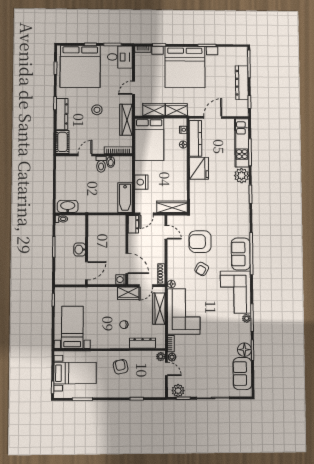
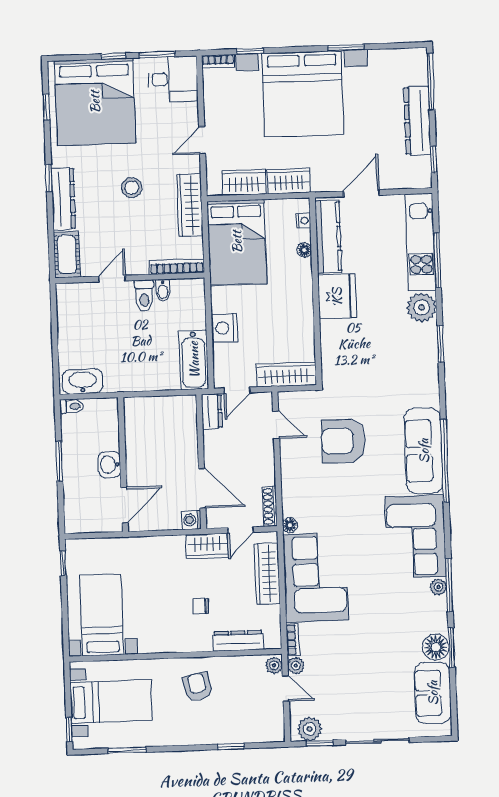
sofa: (241, 254) -> (424, 451), width x1.36
armchair: (202, 269) -> (348, 494), removed

